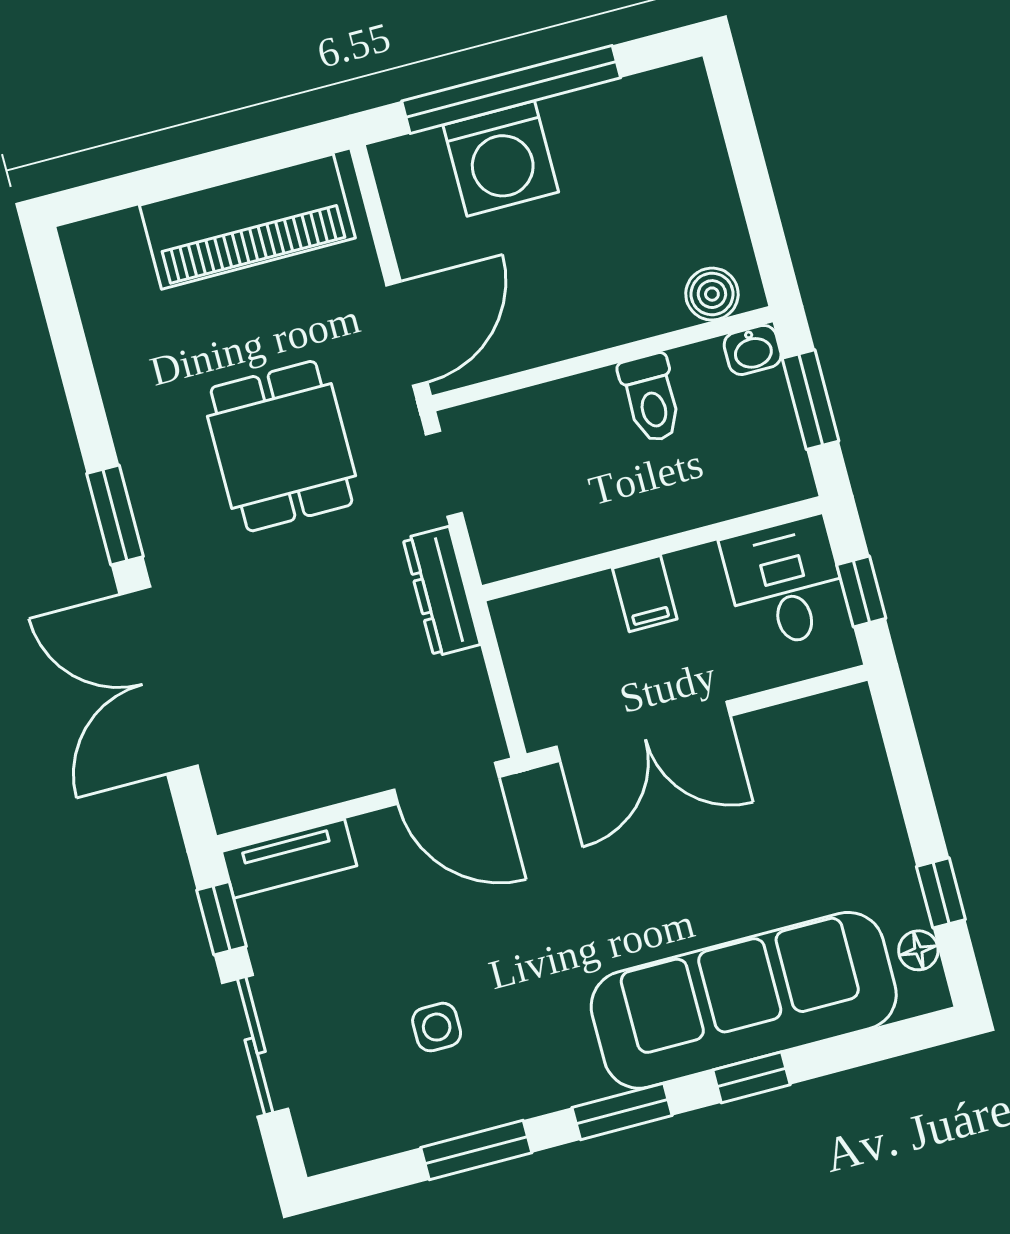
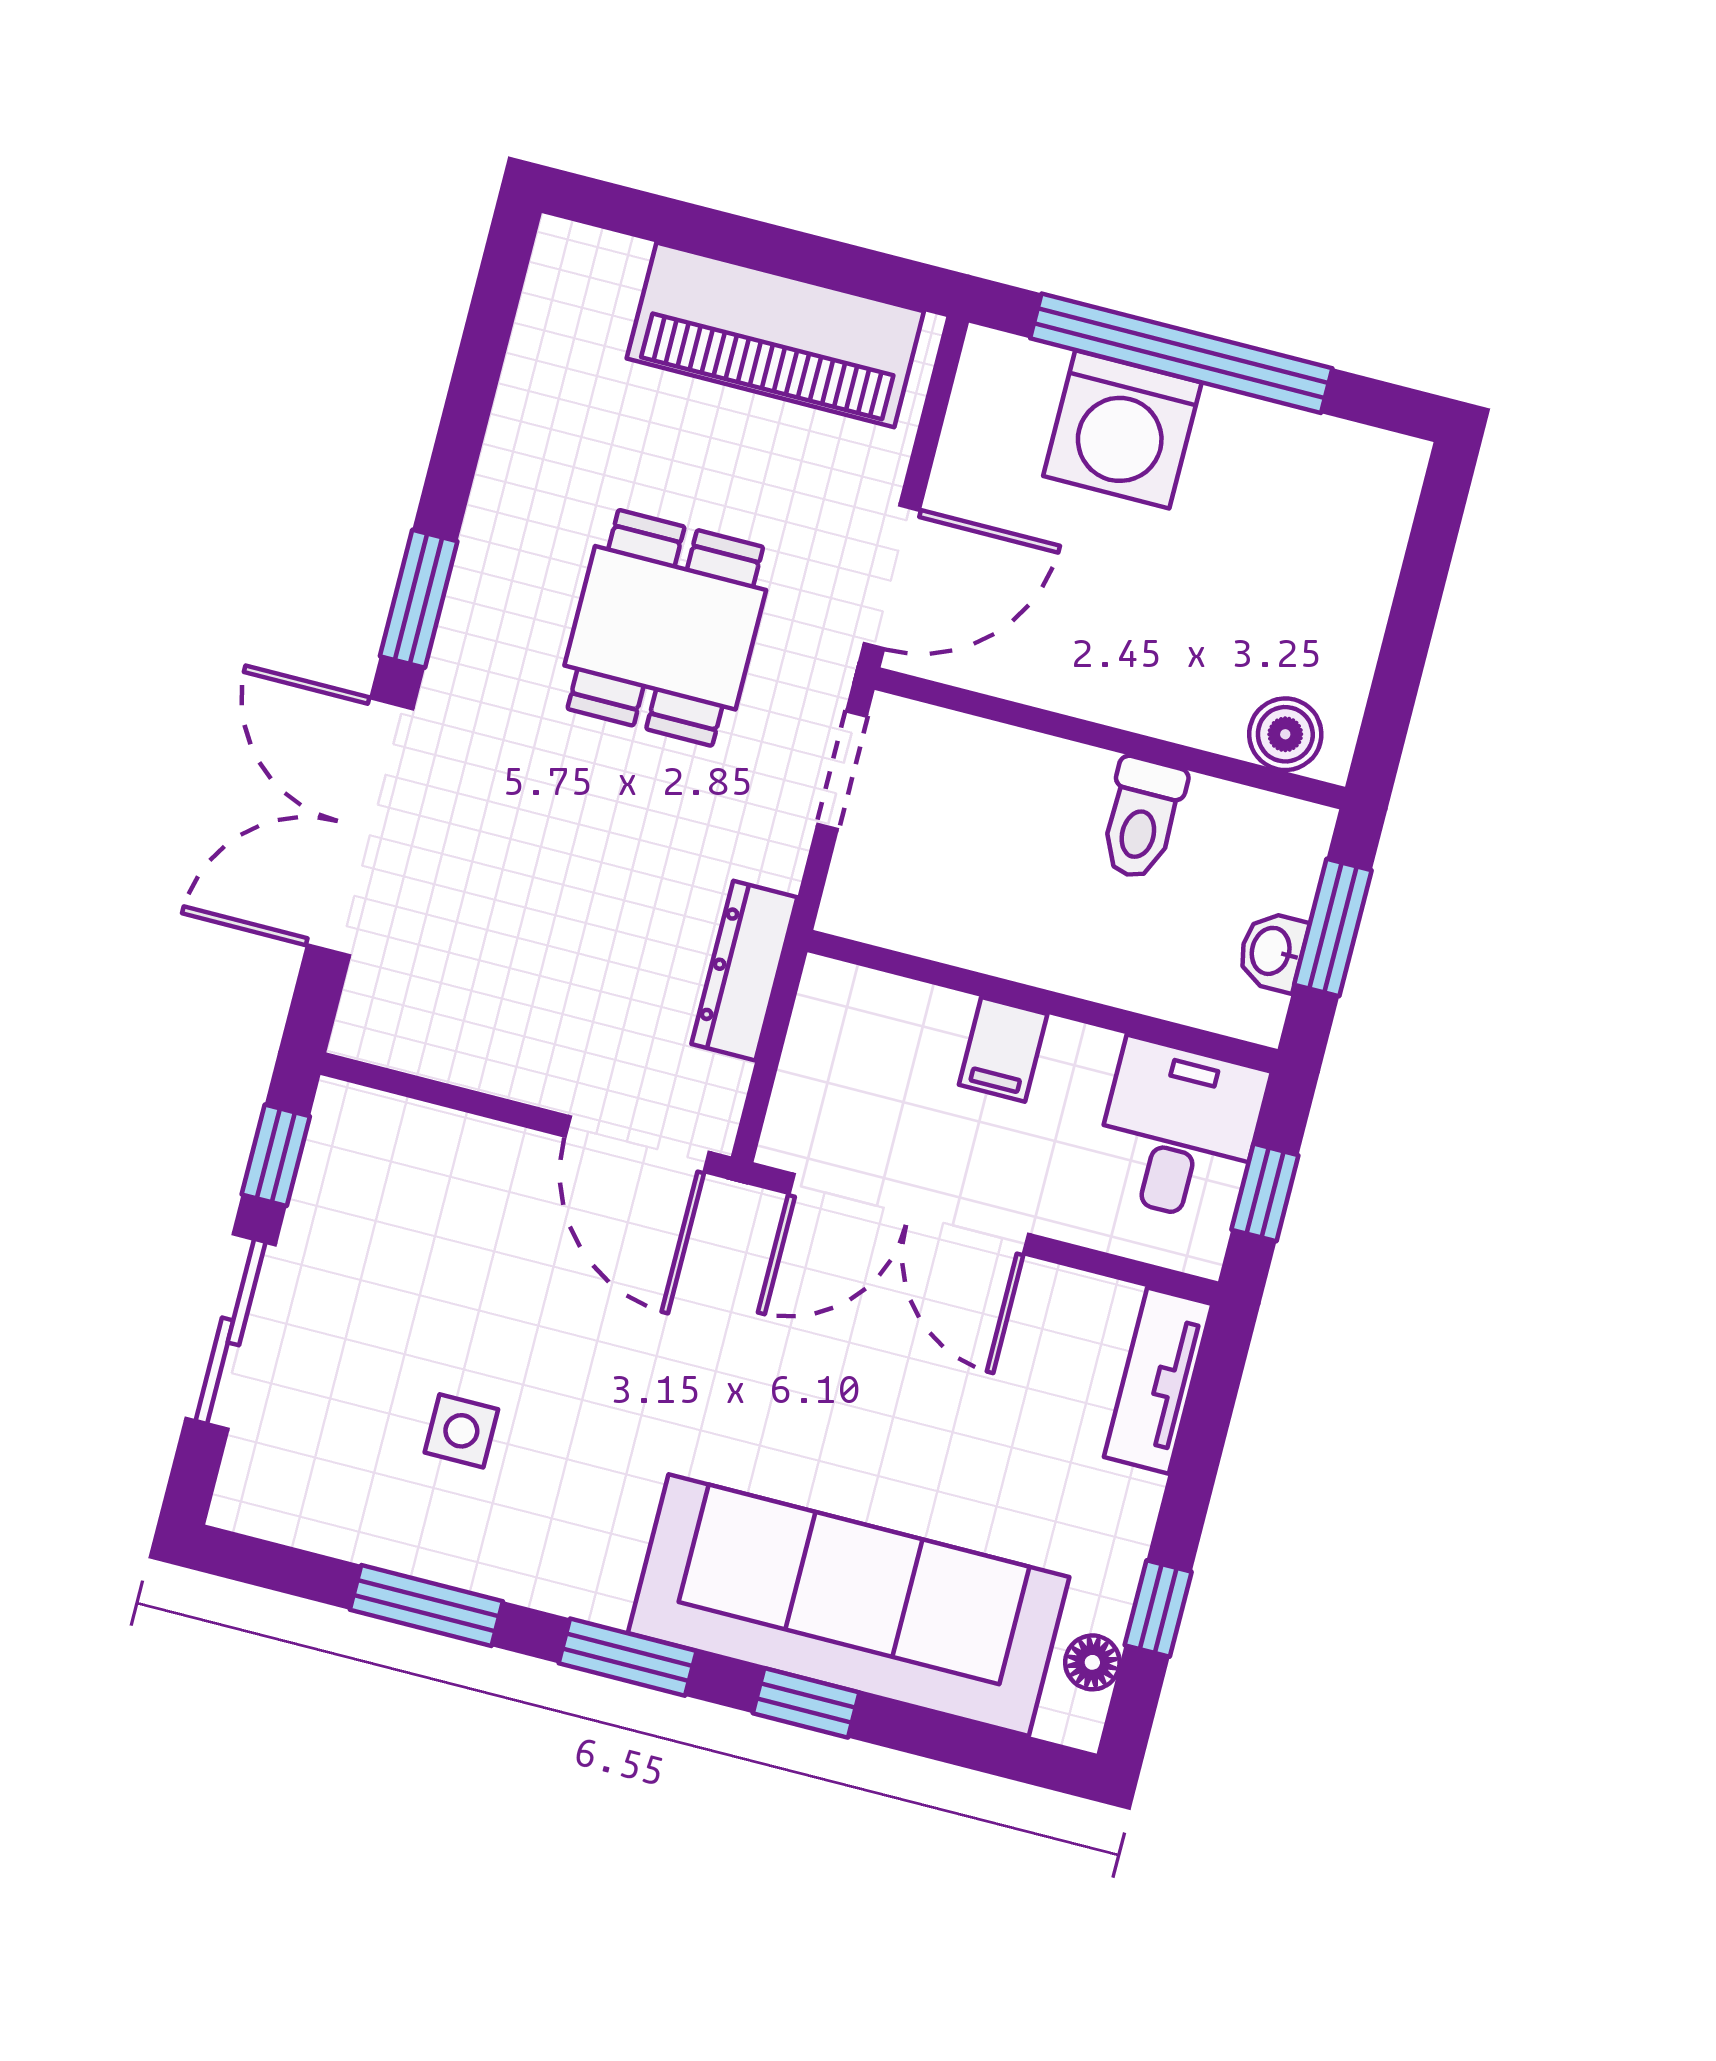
washbasin: (753, 350) -> (1272, 951), moved, turned 90
dresser: (441, 591) -> (744, 971), moved
tv unit: (289, 859) -> (1158, 1381), moved, turned 90

